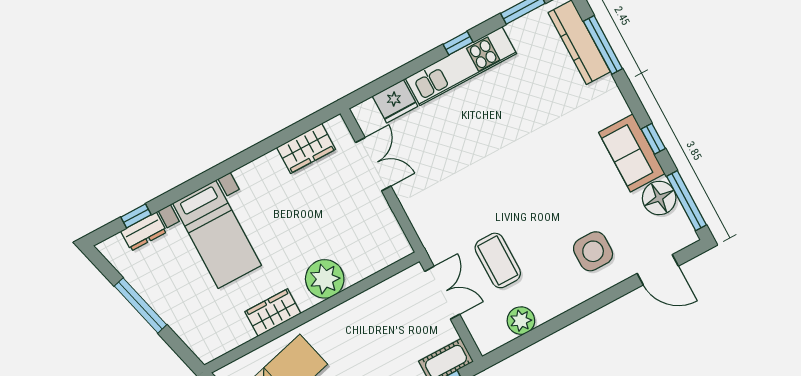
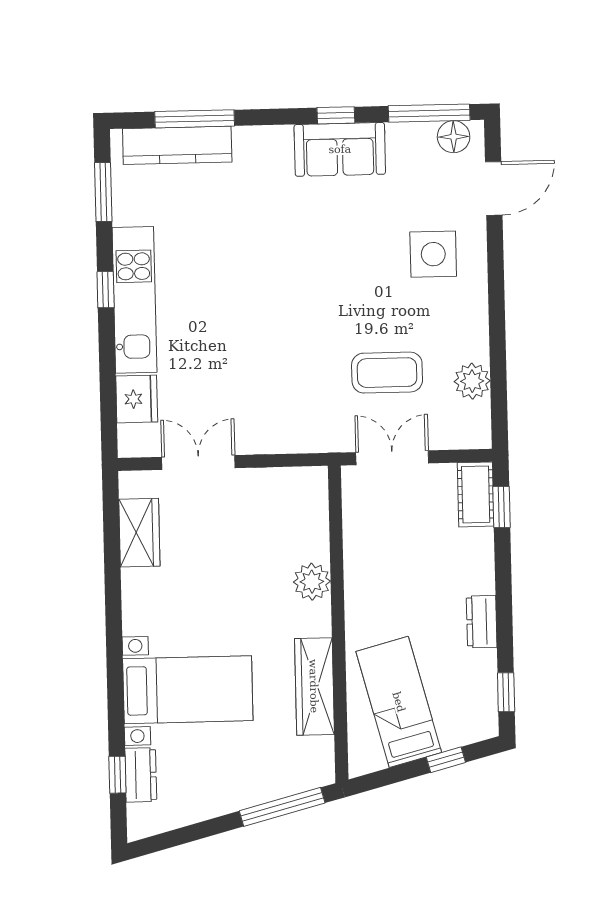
floor lamp: (659, 198) -> (454, 137), moved, width x0.73, depth x0.73
plant: (325, 279) -> (312, 582), width x0.73, depth x0.73
window: (140, 305) -> (282, 807), moved
wardrobe: (273, 313) -> (314, 686), width x1.50

